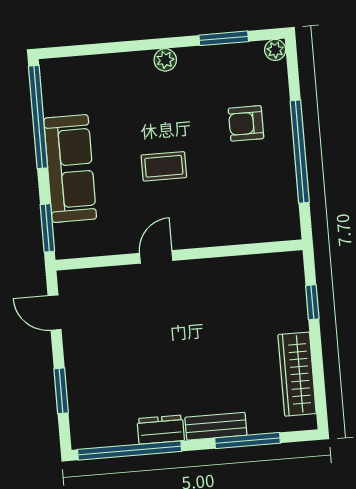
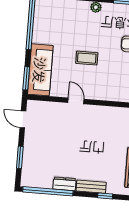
sofa: (70, 168) -> (40, 70), moved
door: (156, 257) -> (76, 101), hinge flipped
window: (248, 441) -> (105, 196), width x0.46

